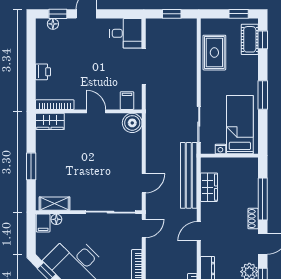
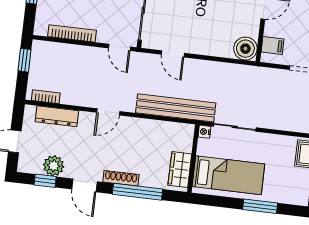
nightstand: (220, 149) -> (204, 132), moved
wardrobe: (209, 187) -> (180, 170), moved, turned 90
shoe rack: (253, 219) -> (121, 178), width x1.43
door: (199, 231) -> (108, 112), swing flipped

